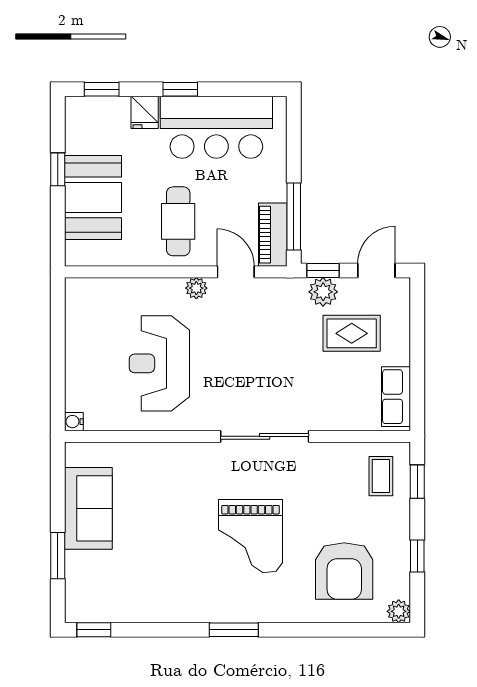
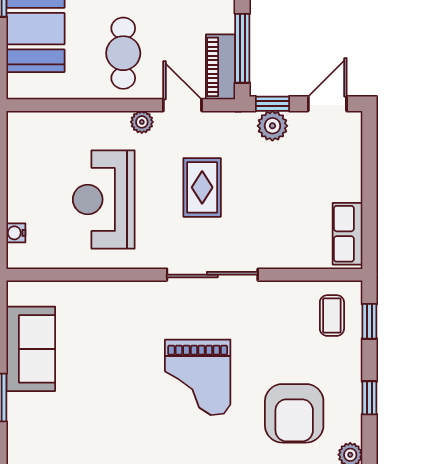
rug: (352, 333) -> (202, 187), moved, turned 90
water cooler: (74, 422) -> (16, 233), moved

